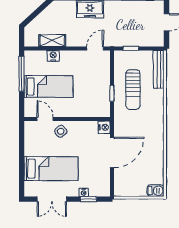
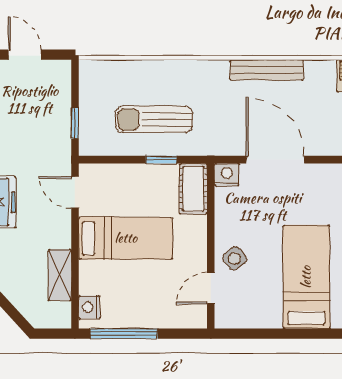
nightstand: (53, 56) -> (89, 307), moved
bench: (159, 69) -> (267, 70), moved
bed: (49, 87) -> (126, 238), moved, turned 90
sun lounger: (133, 90) -> (154, 119), turned 180
cot: (97, 110) -> (193, 189), added

